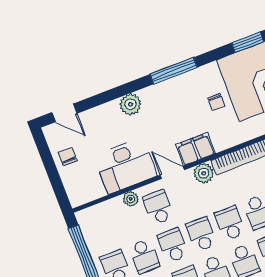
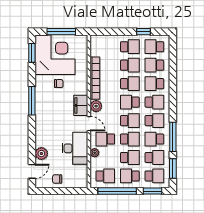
plant: (130, 104) -> (41, 154), moved
door: (172, 173) -> (89, 124), swing flipped
school desk: (101, 229) -> (105, 176), added
school desk: (201, 234) -> (130, 121), turned 180
school desk: (173, 245) -> (130, 139), turned 180

